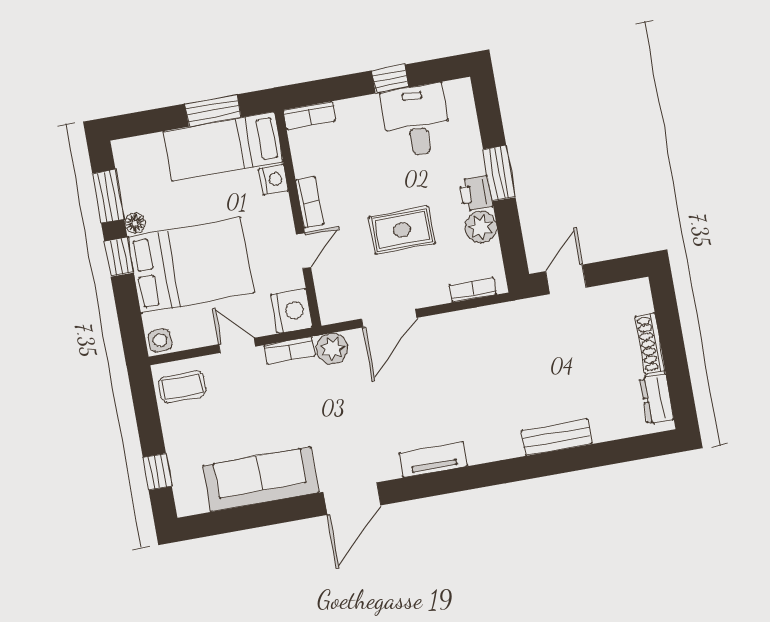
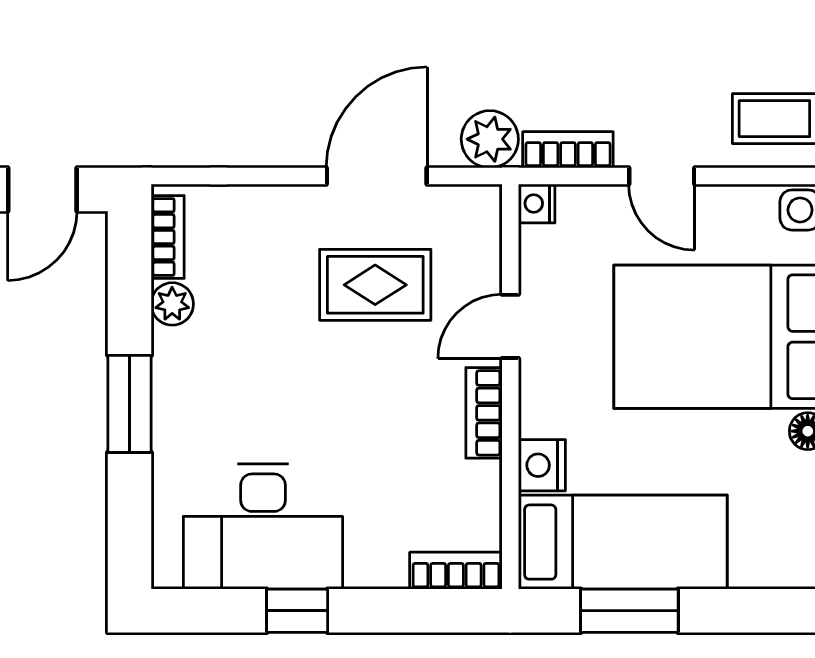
desk: (416, 121) -> (263, 527), width x1.37
printer: (476, 193) -> (178, 375), removed
plant: (481, 227) -> (172, 304), width x0.73, depth x0.73
rug: (402, 230) -> (375, 285), moved
bookcase: (473, 290) -> (168, 237), moved, turned -90
nightstand: (292, 311) -> (537, 203), width x0.53, depth x0.56

